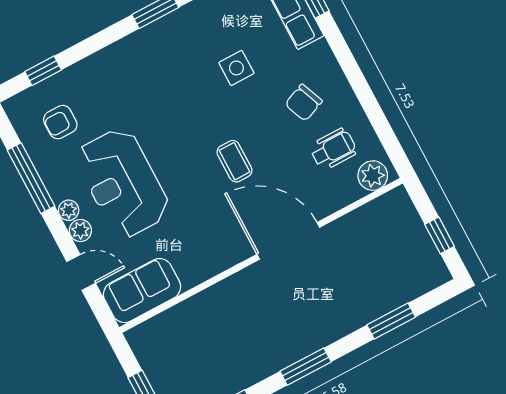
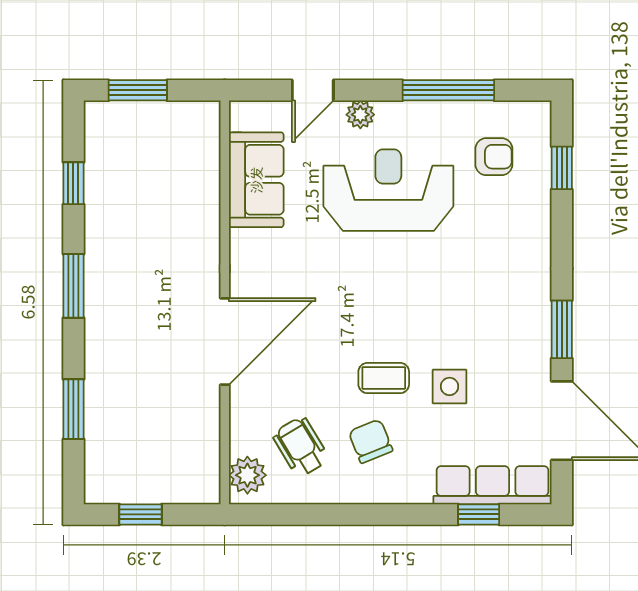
armchair: (60, 122) -> (494, 157), turned 90
wheelchair: (333, 149) -> (301, 447), turned 149
coffee table: (234, 161) -> (384, 378), moved
plant: (69, 210) -> (390, 113), removed
sofa: (142, 291) -> (256, 180), moved

